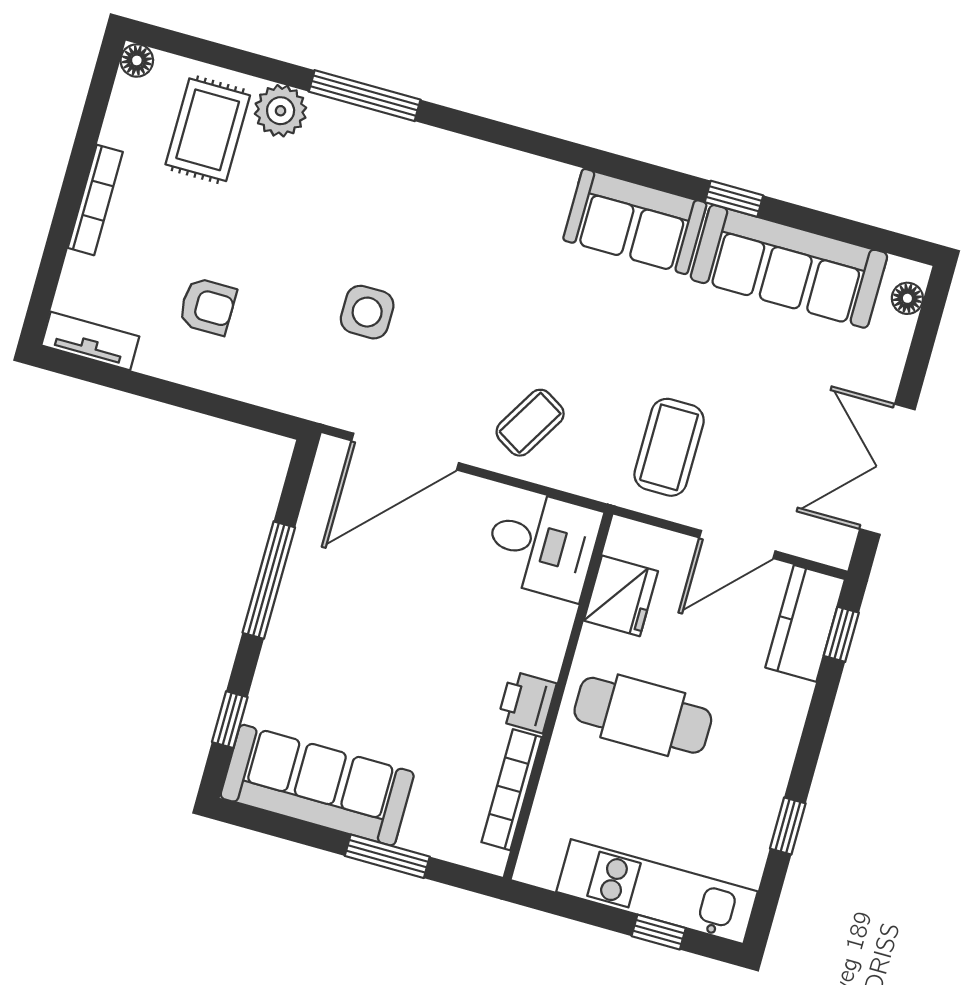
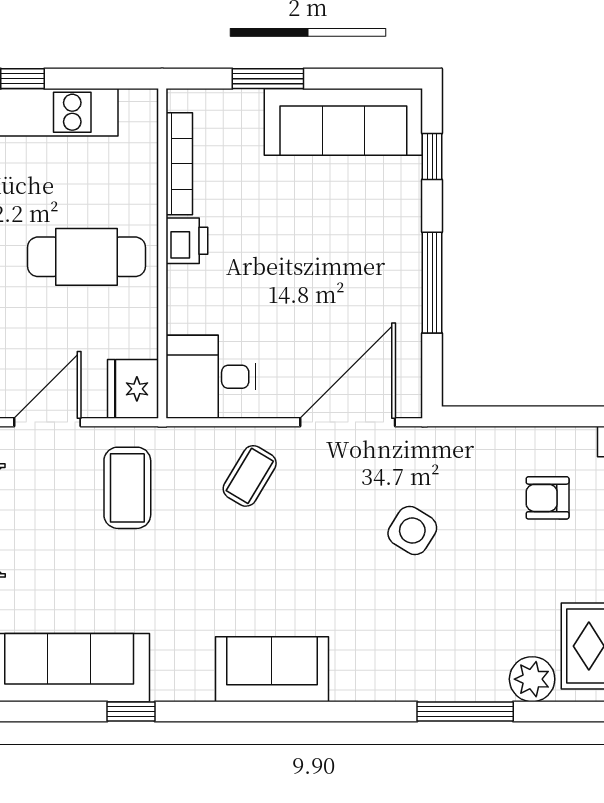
sofa: (635, 221) -> (272, 669), moved
side table: (367, 312) -> (412, 531), turned 32
fridge: (621, 596) -> (133, 389), moved

